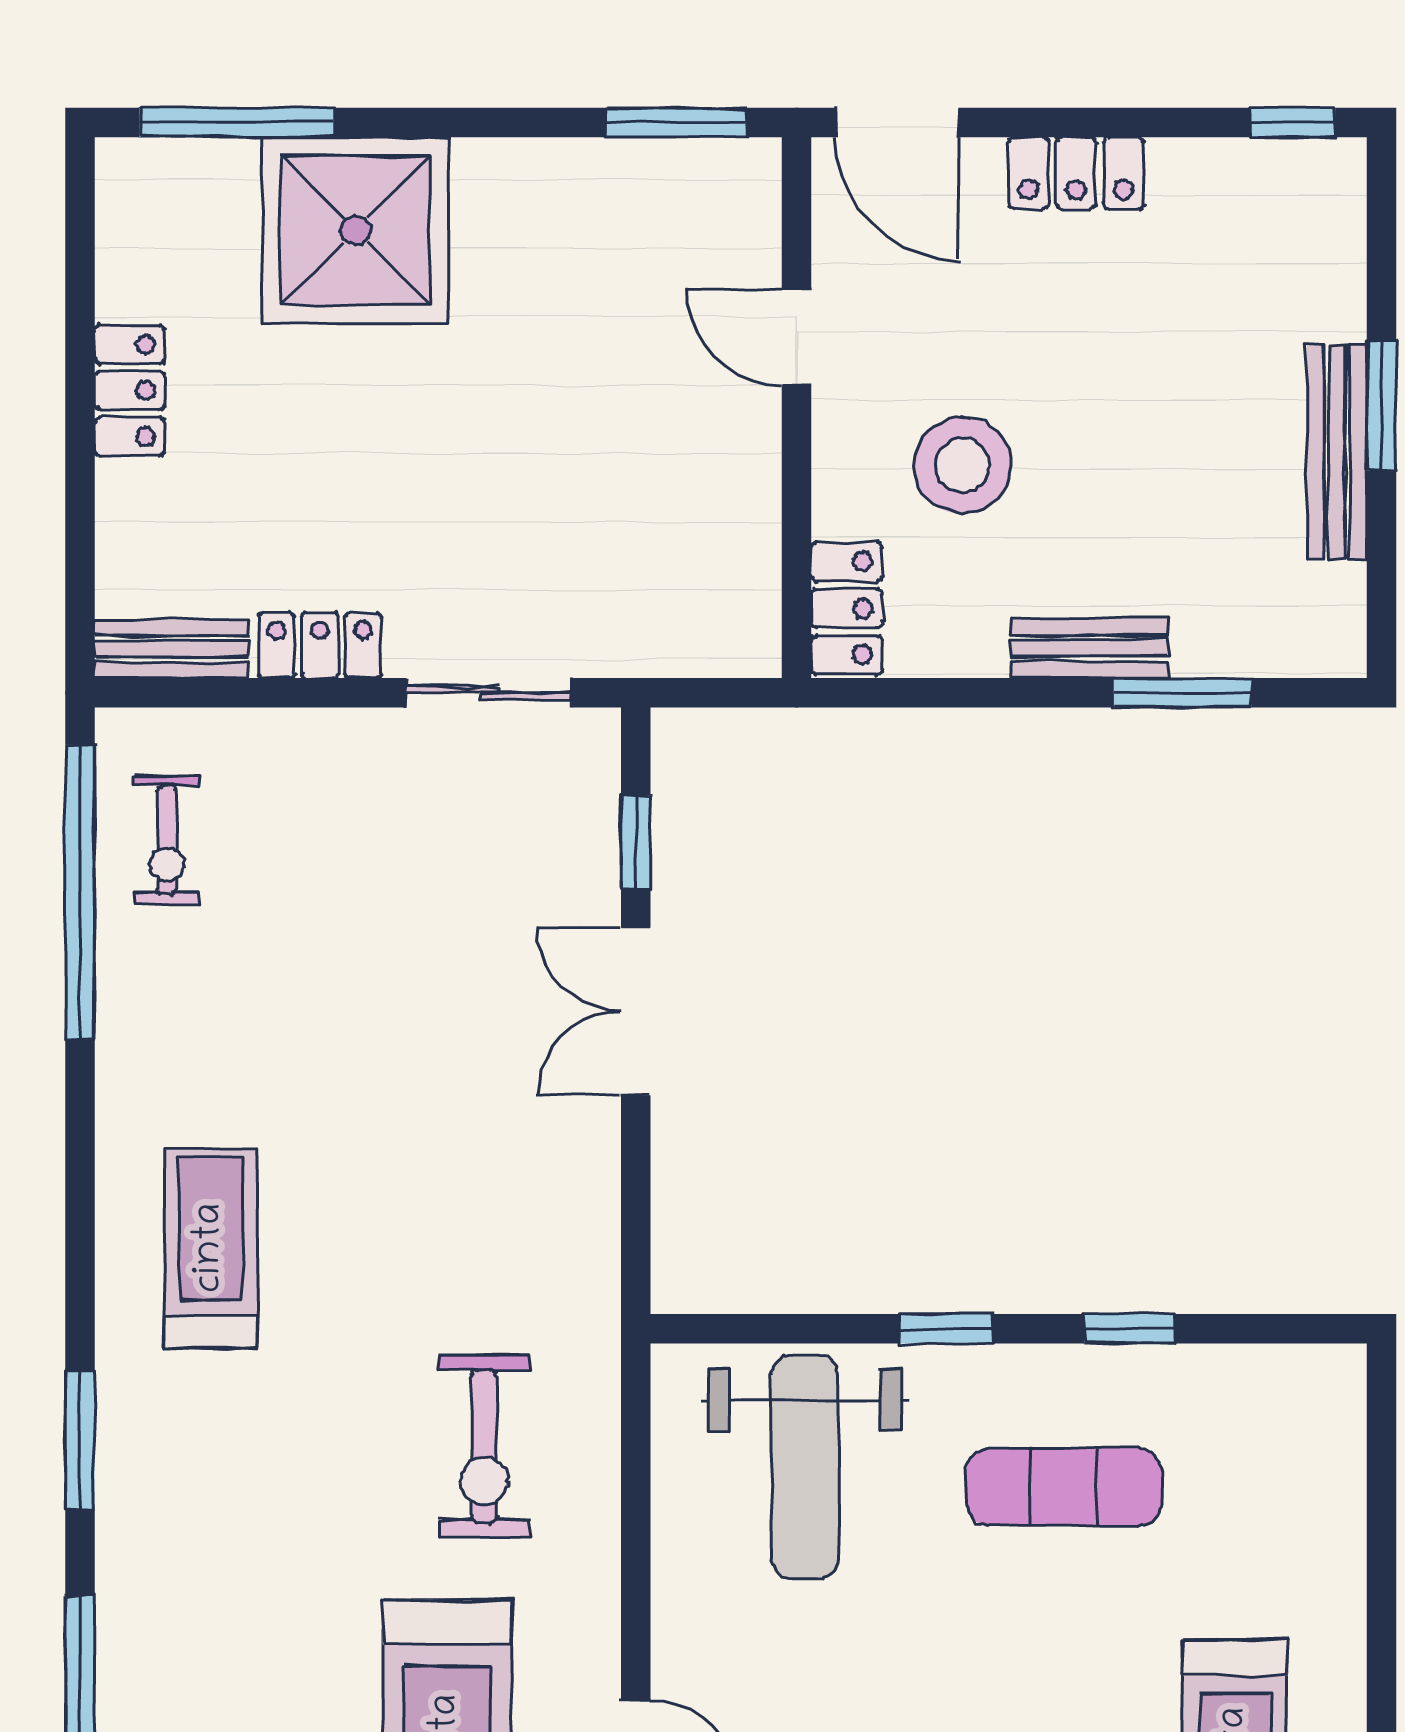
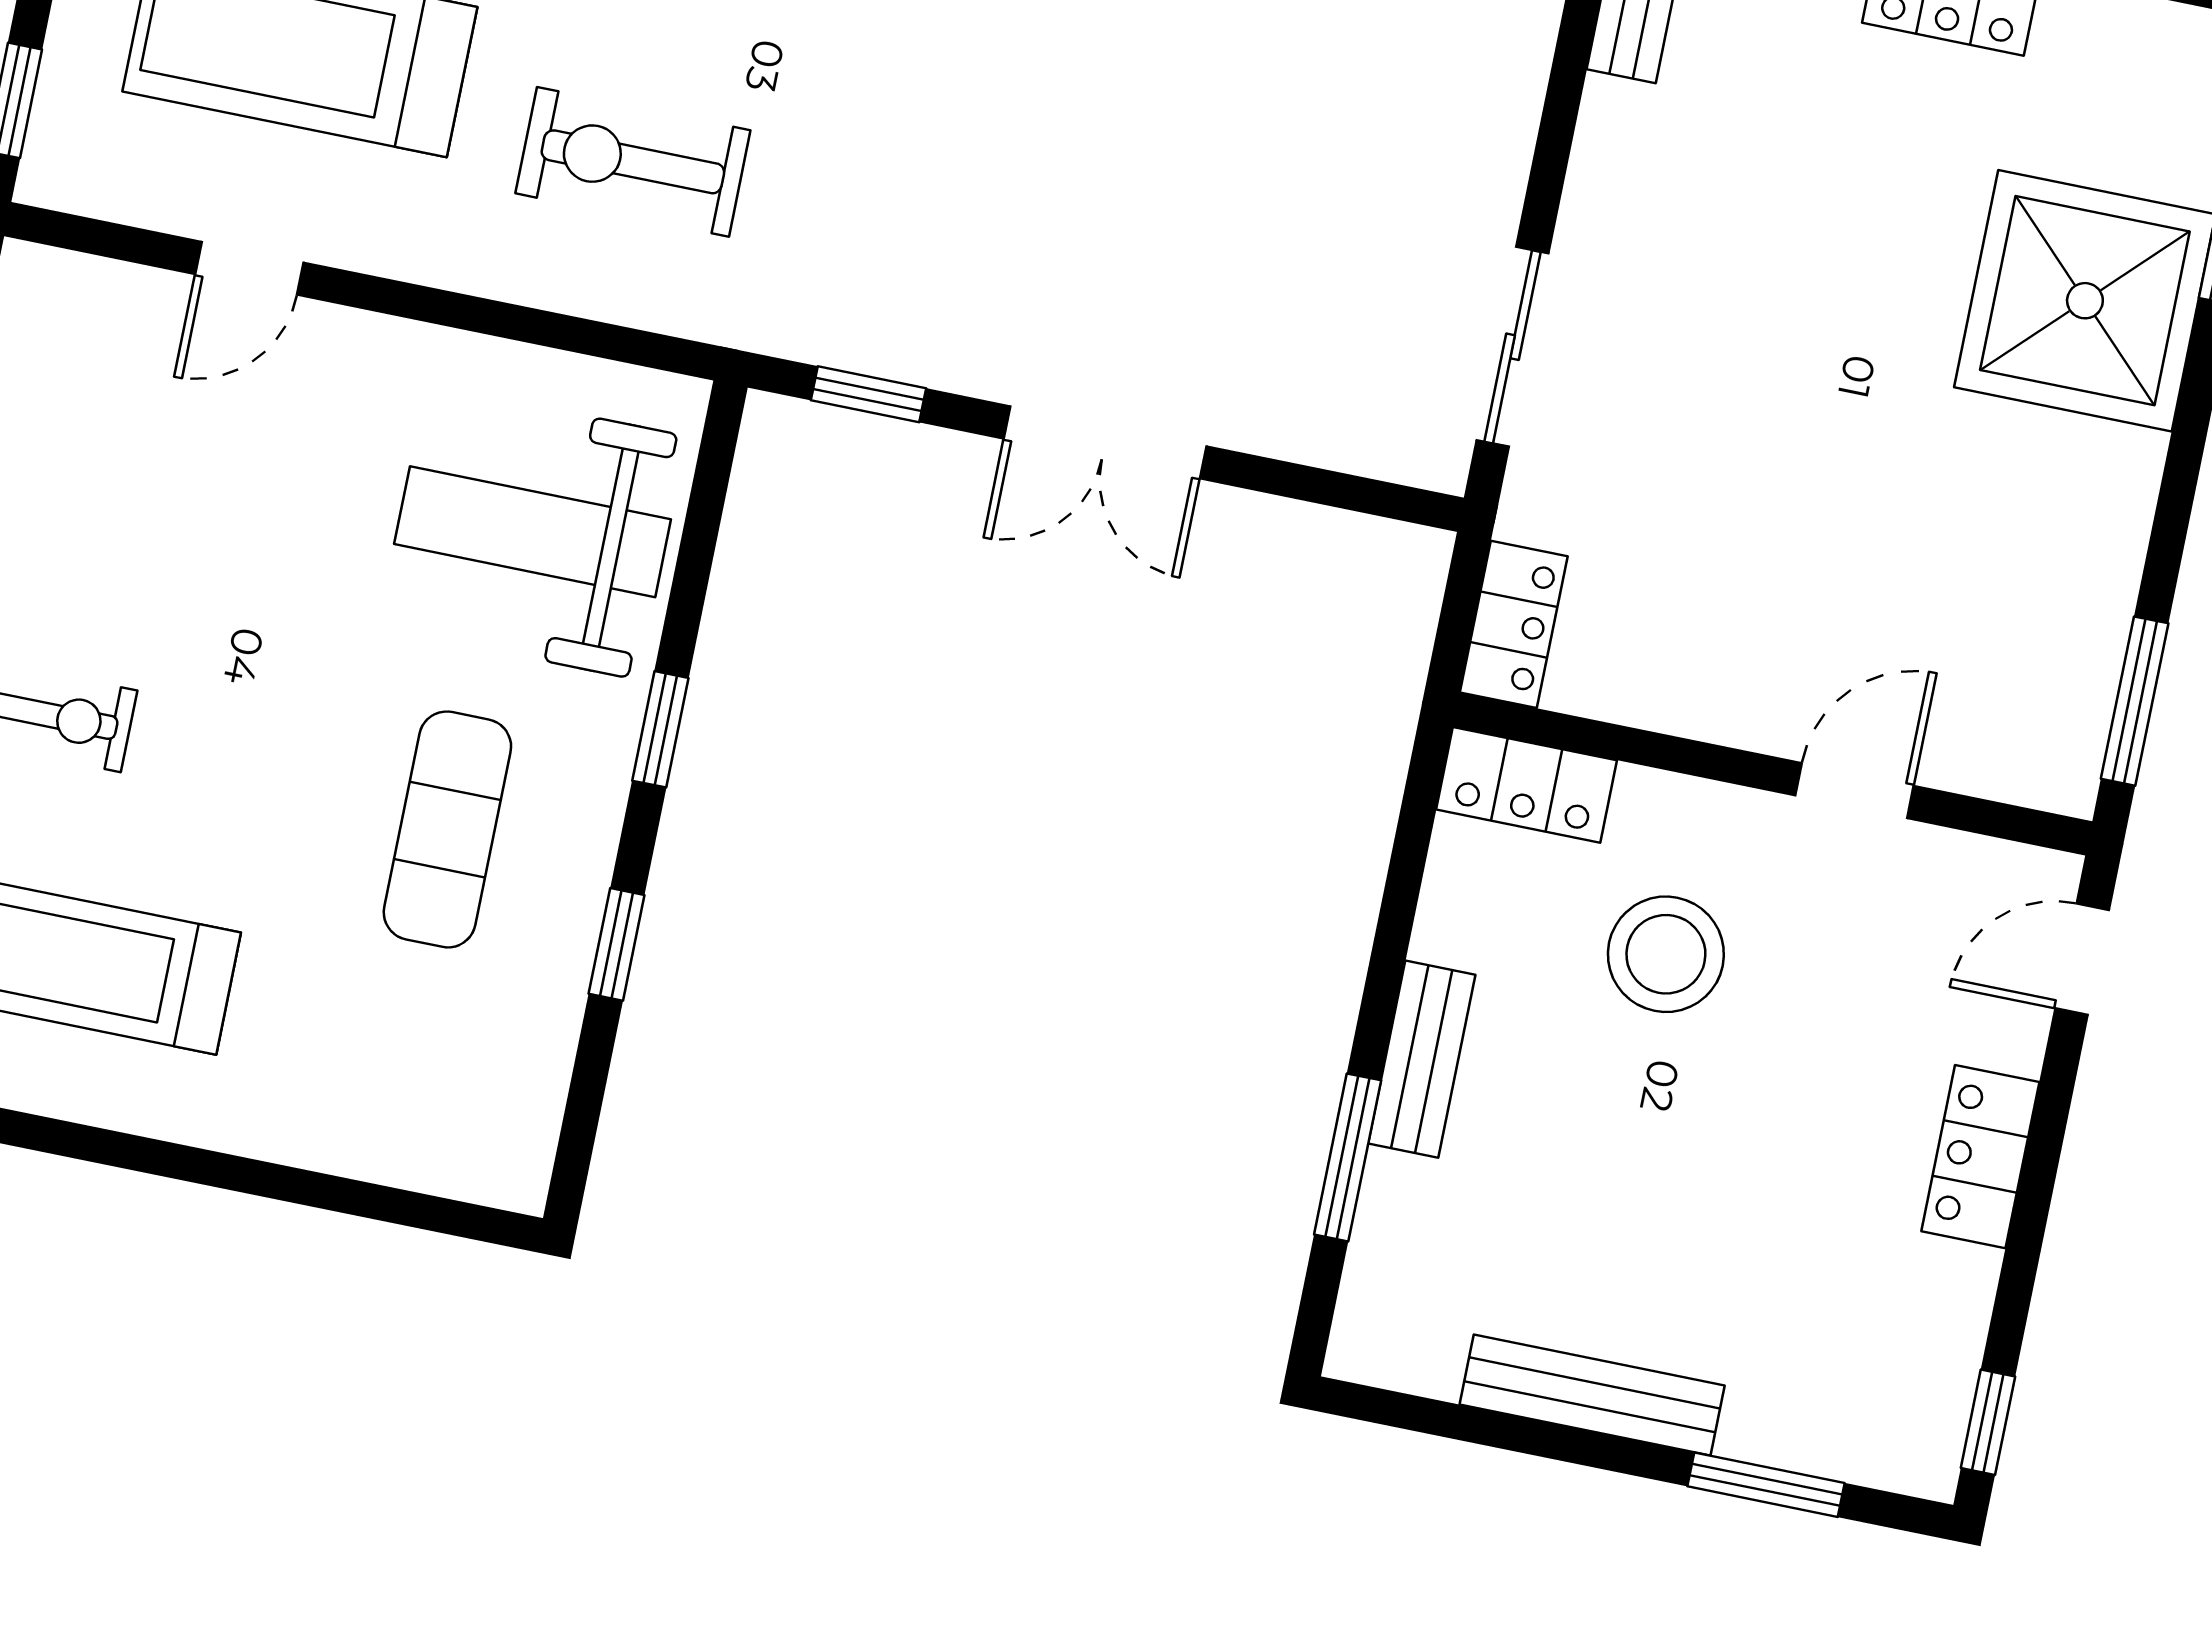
door: (897, 123) -> (2082, 959), width x0.73
window: (1381, 406) -> (1766, 1485), moved
locker: (320, 645) -> (1514, 624), moved
window: (636, 842) -> (868, 394), moved
double door: (636, 1012) -> (1105, 442), swing flipped

